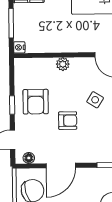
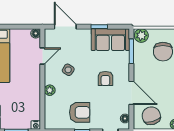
side table: (95, 100) -> (68, 70), moved
armchair: (68, 121) -> (105, 78), moved, turned 180

